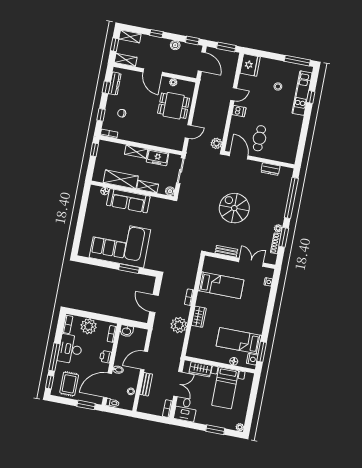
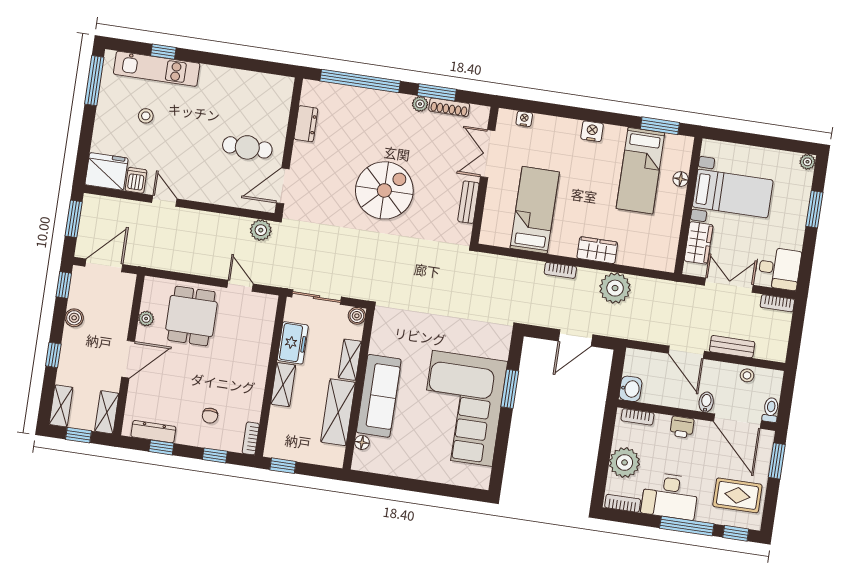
dishwasher: (239, 111) -> (136, 180), moved
spiral stairs: (234, 208) -> (384, 190), turned 180
nightstand: (252, 359) -> (592, 131), moved

